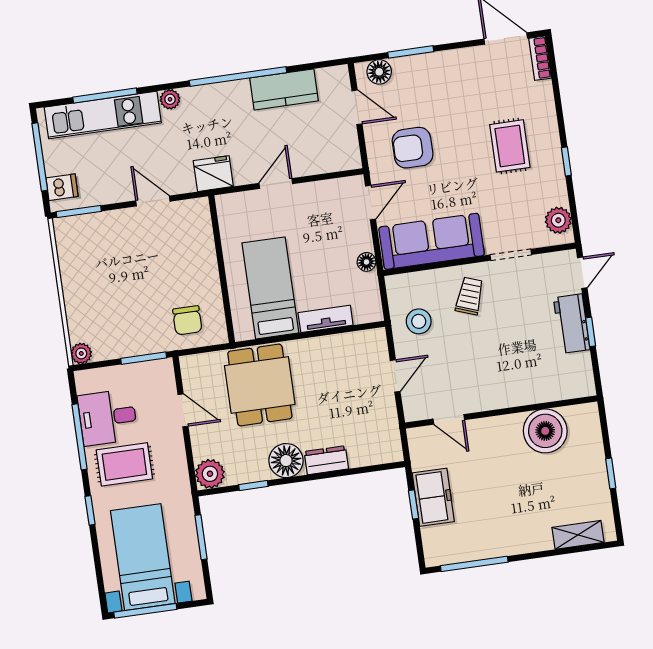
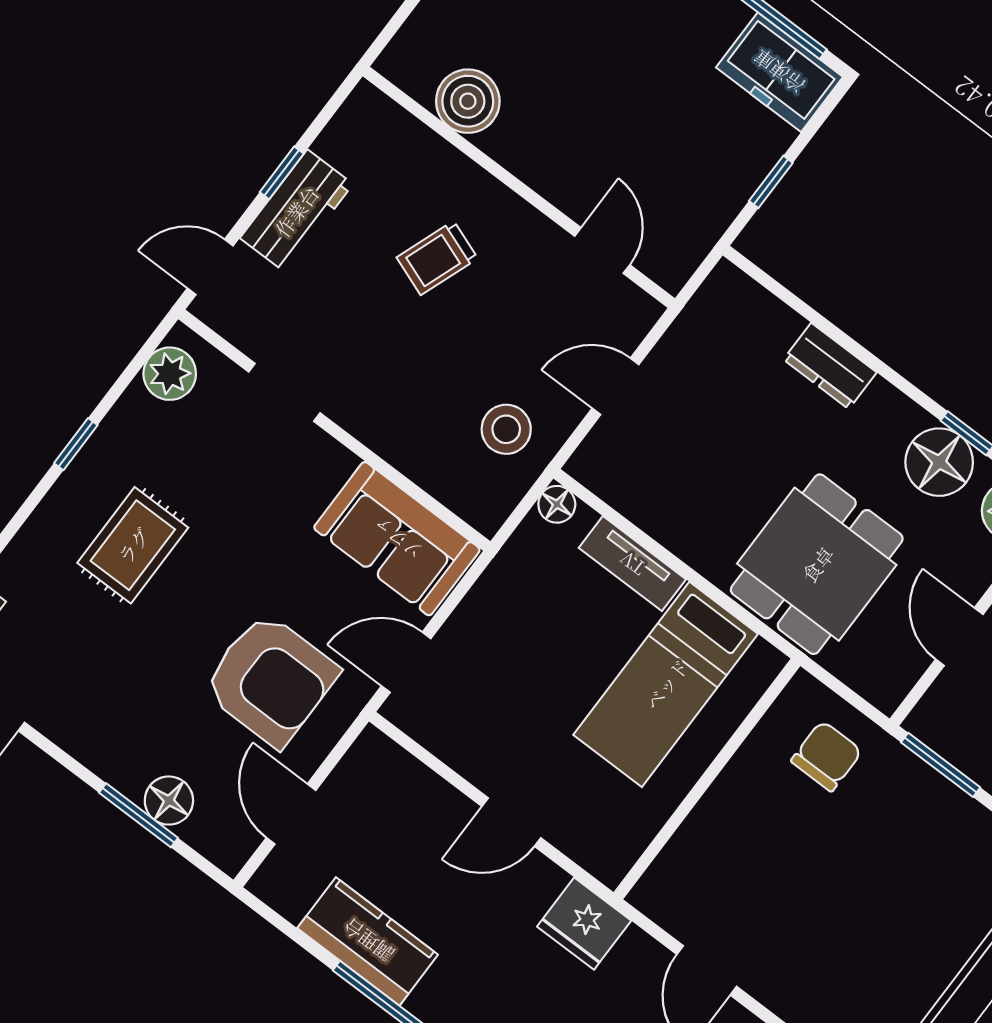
floor lamp: (379, 72) -> (169, 801), moved
armchair: (413, 148) -> (270, 680), width x1.36, depth x1.36
sofa: (432, 241) -> (397, 539), width x0.73
floor lamp: (366, 262) -> (557, 504), moved
trolley: (470, 296) -> (437, 258), moved
boiler: (545, 431) -> (468, 101), width x0.73, depth x0.73
floor lamp: (286, 461) -> (939, 462), moved
freezer: (433, 497) -> (779, 72), moved, turned -90

